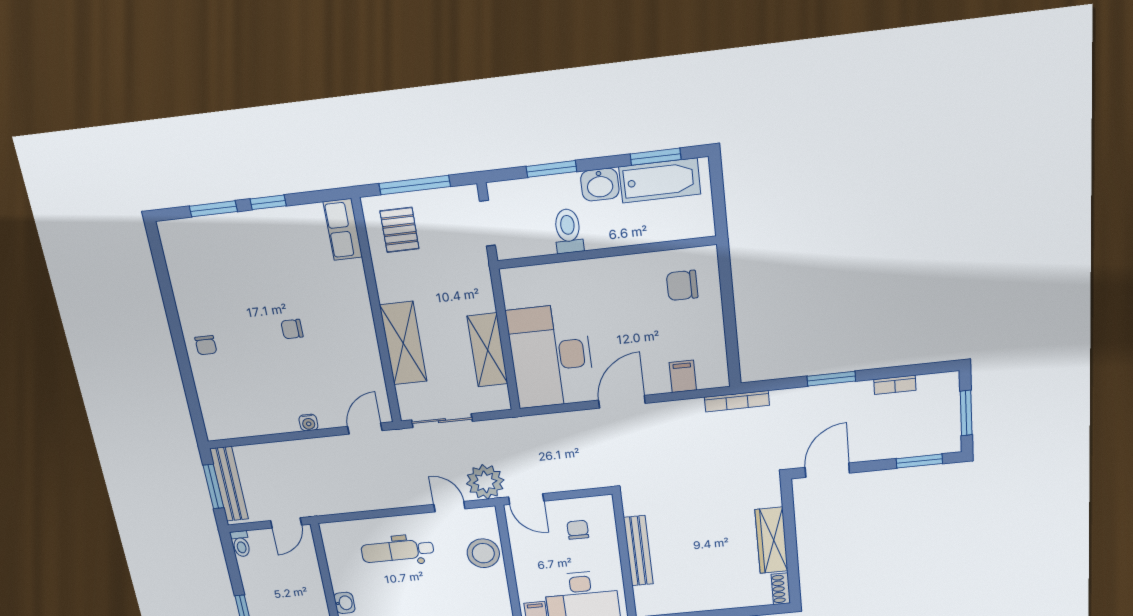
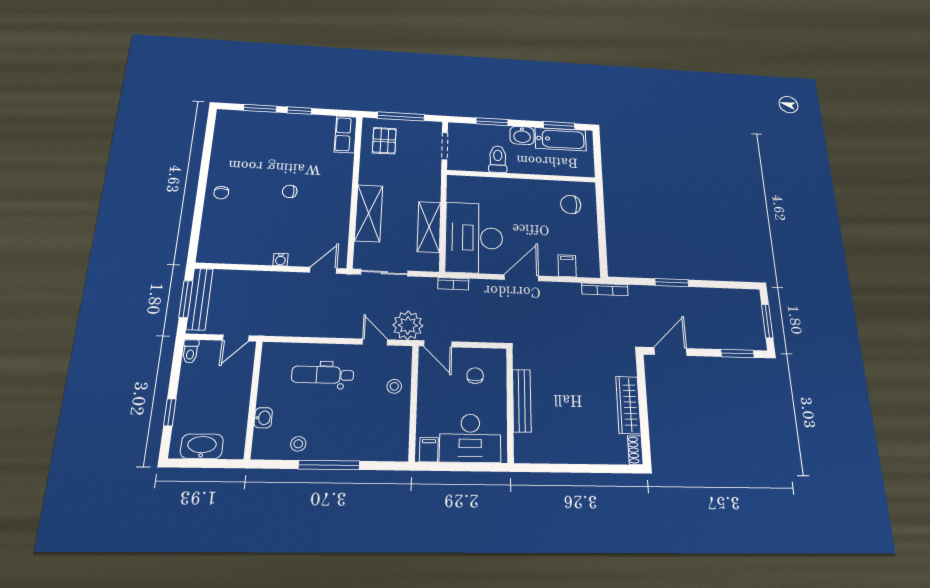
bookcase: (895, 385) -> (453, 284), moved
stool: (483, 553) -> (394, 386), width x0.53, depth x0.53

